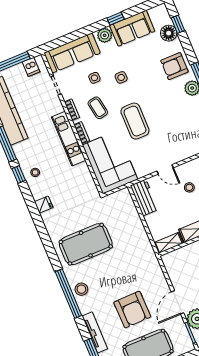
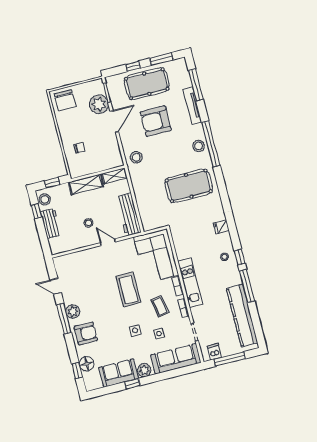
workbench: (144, 198) -> (129, 214), width x1.38
stool: (148, 267) -> (136, 157), added
armchair: (132, 310) -> (156, 121), turned -89

